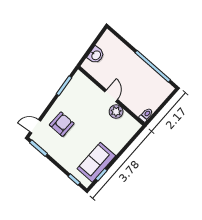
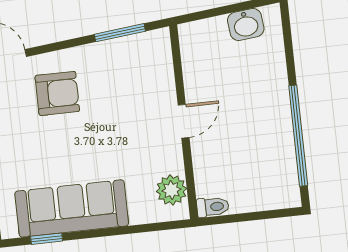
washbasin: (96, 55) -> (246, 24), moved
plant: (116, 112) -> (171, 190), moved
sofa: (96, 162) -> (72, 208), width x1.36

